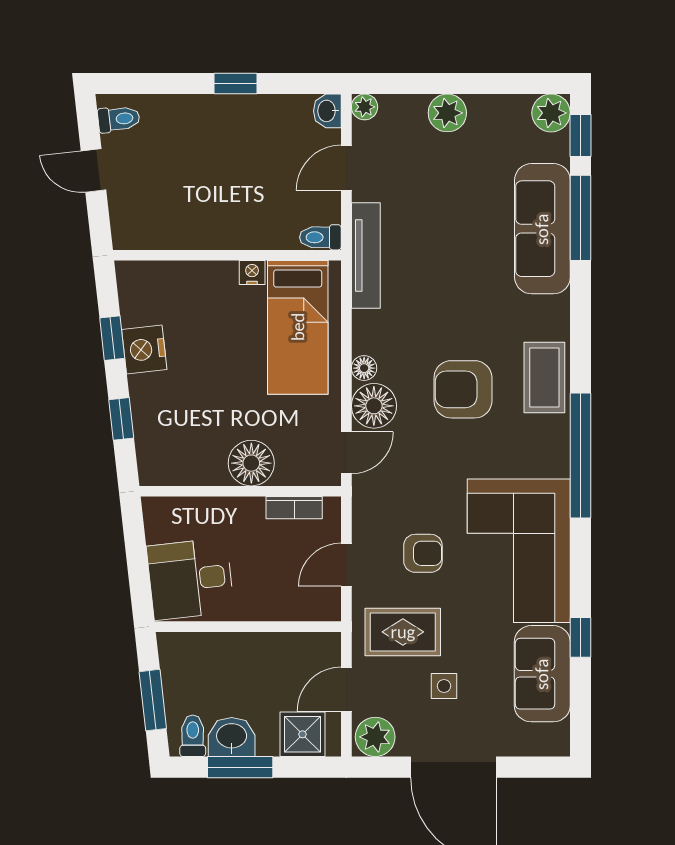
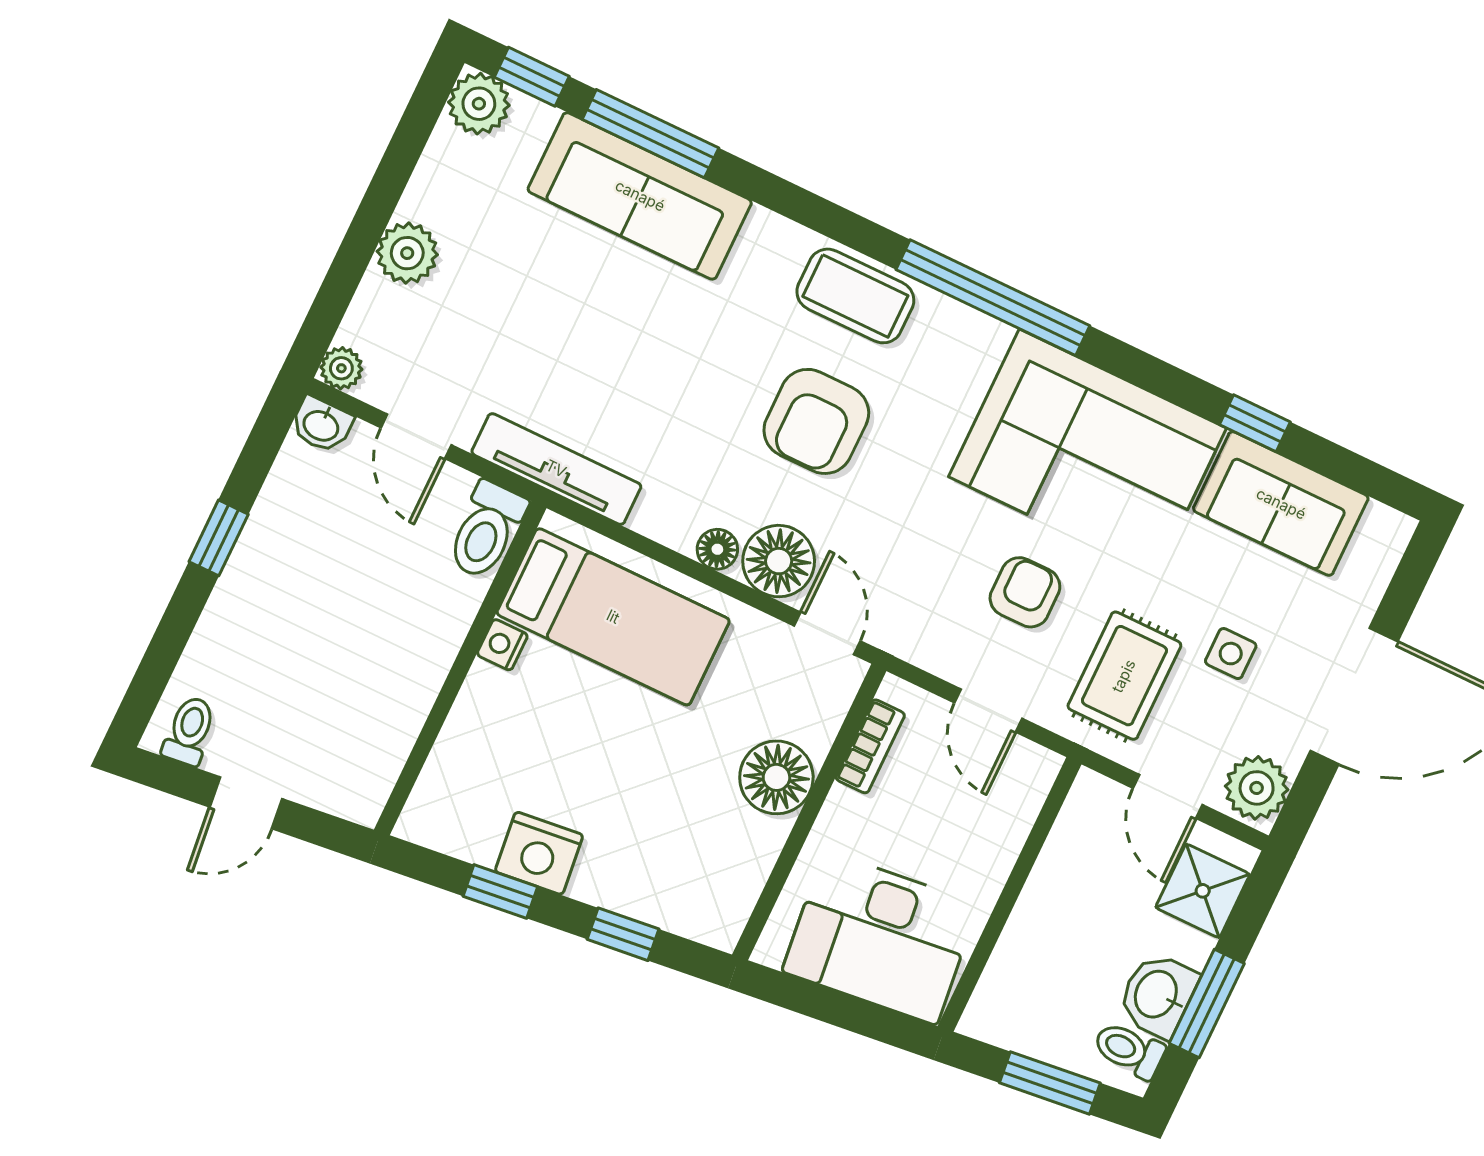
toilet: (320, 237) -> (486, 530), width x1.37, depth x1.39
desk: (190, 579) -> (880, 938), width x1.37

